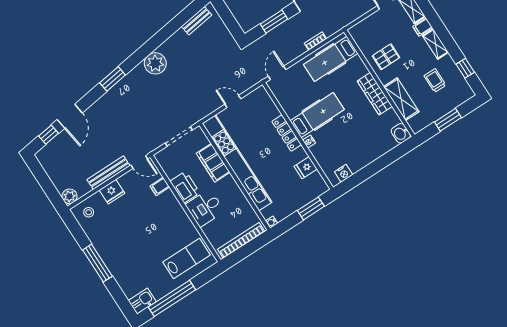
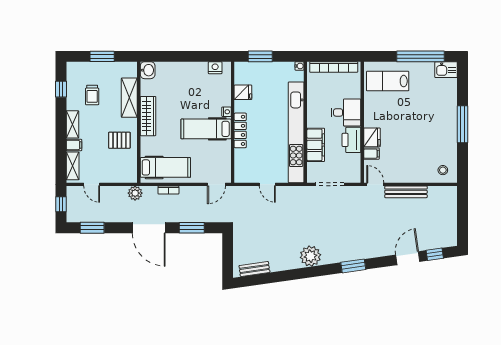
fridge: (112, 192) -> (372, 137), moved, turned 90
plant: (70, 196) -> (135, 193), moved

